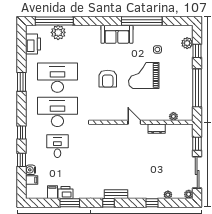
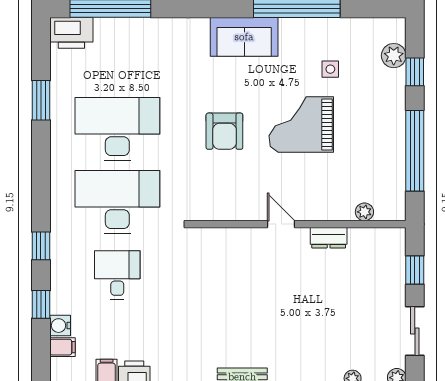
plant: (58, 32) -> (119, 33), removed
printer: (33, 44) -> (71, 33), moved, turned 90
window: (22, 82) -> (41, 100), moved
sliding door: (197, 172) -> (415, 331), width x0.73

